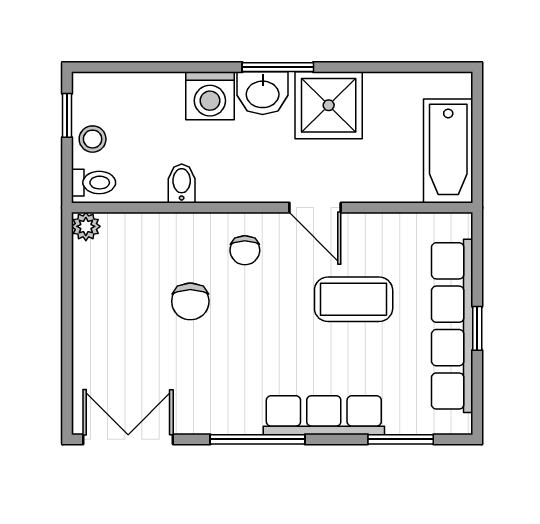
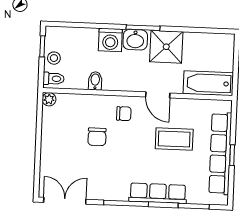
bathtub: (448, 151) -> (208, 83), moved, turned 90
chair: (245, 250) -> (124, 114), turned -90

